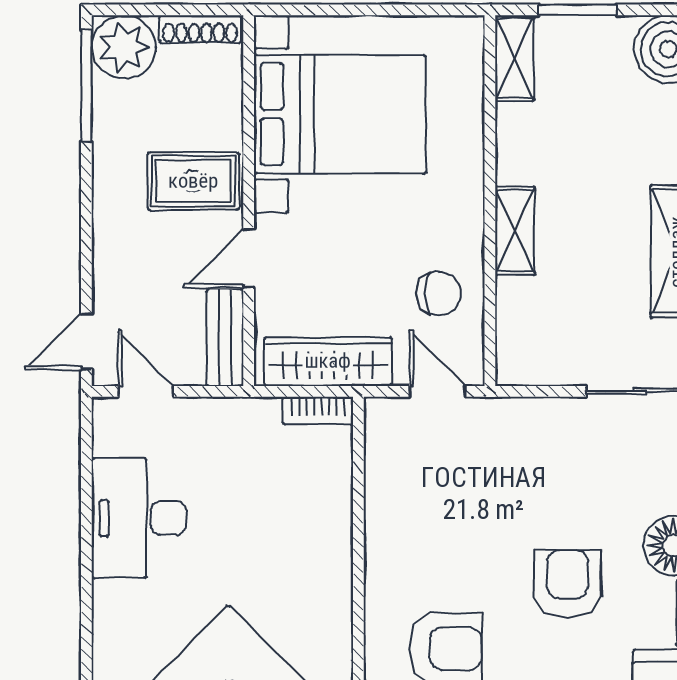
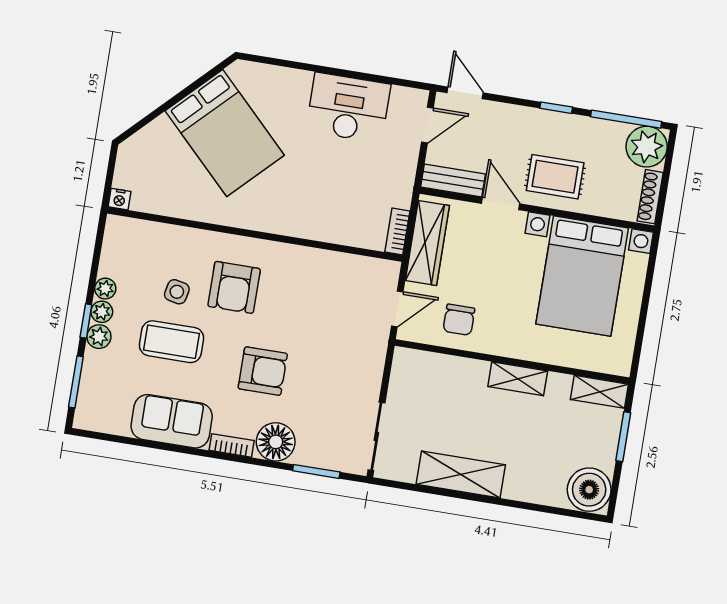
rug: (193, 181) -> (555, 177), turned 90
window: (86, 197) -> (556, 108), added
shelving: (515, 231) -> (518, 379), moved

